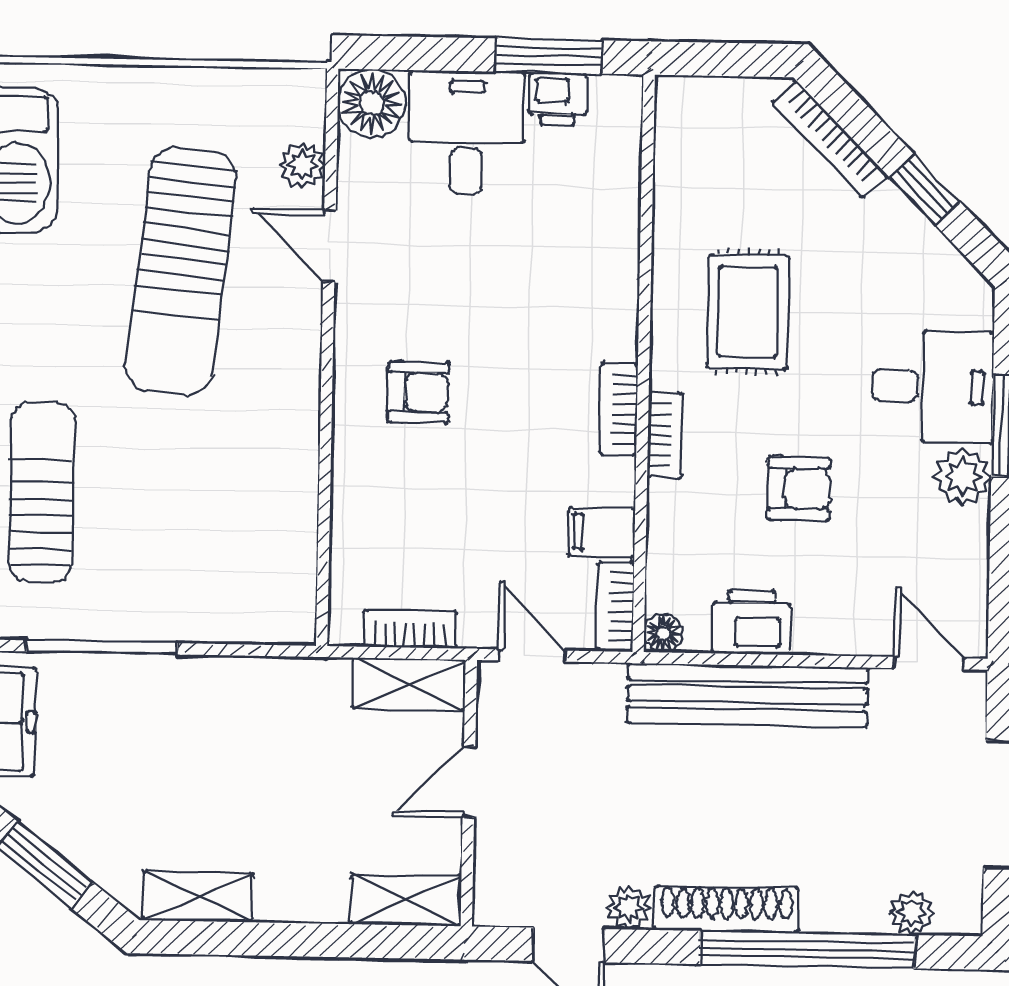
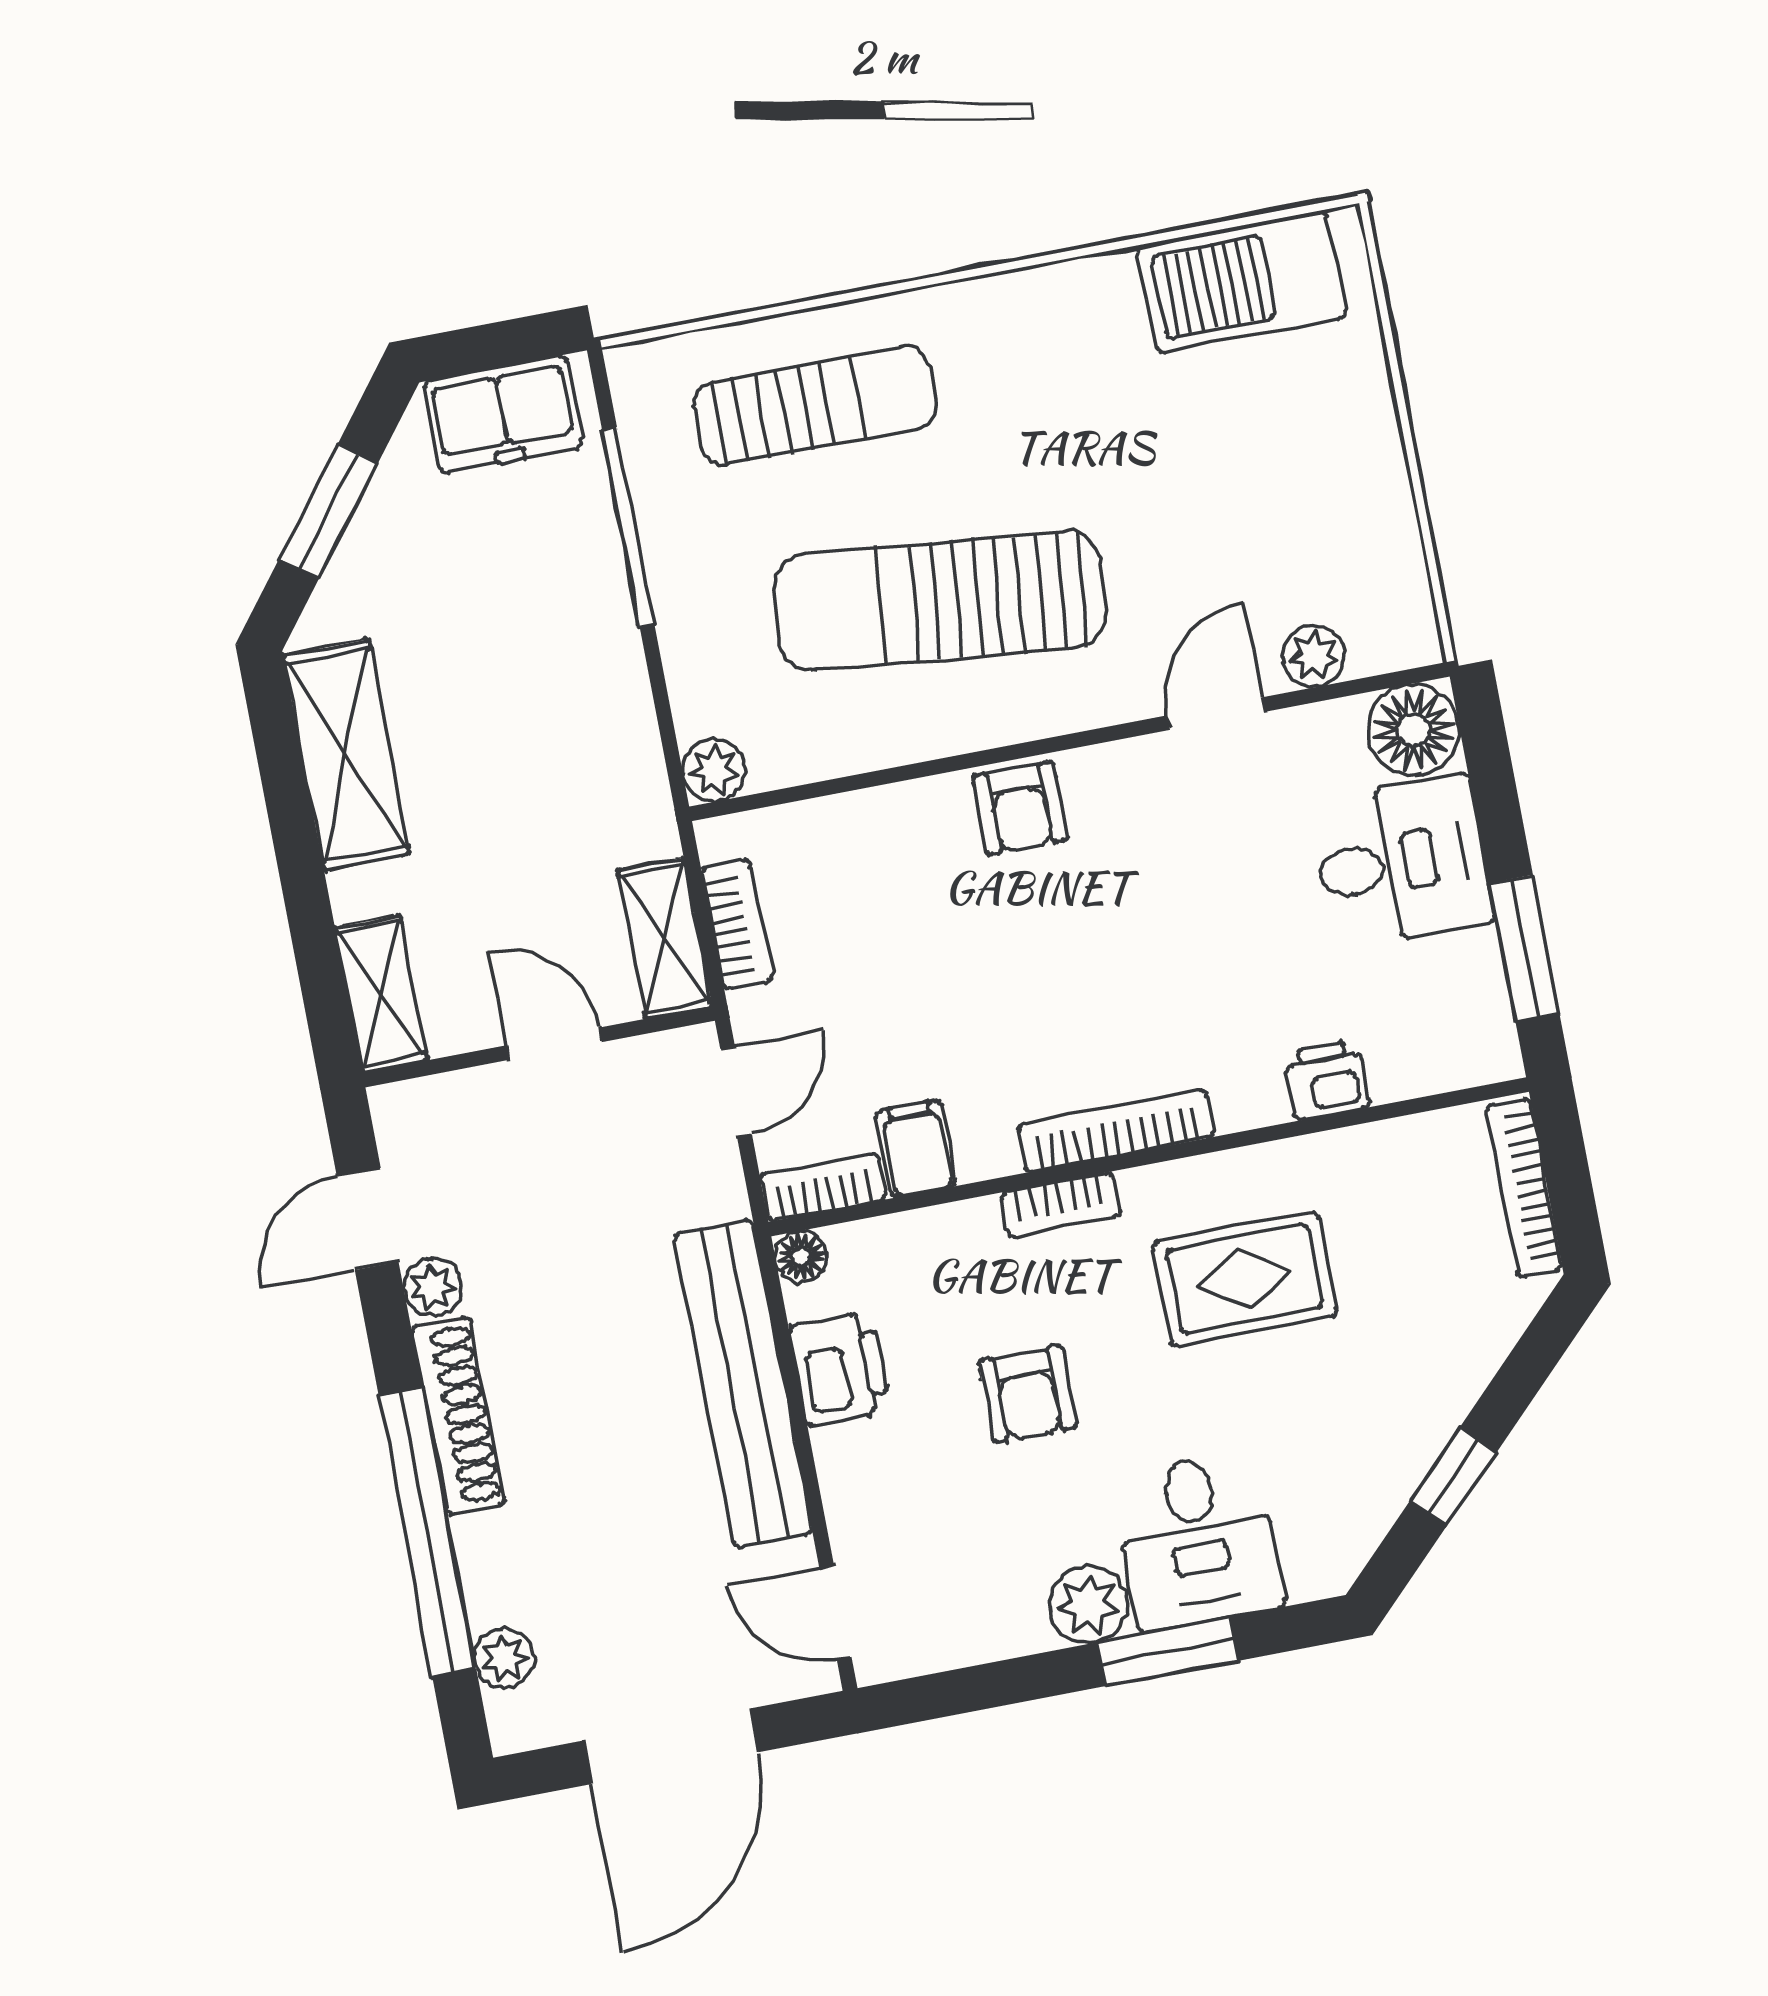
printer: (557, 99) -> (1327, 1080), moved, turned 90
bookcase: (830, 139) -> (1524, 1188), moved, turned -45
sun lounger: (181, 272) -> (940, 601), moved
armchair: (418, 392) -> (1020, 808), moved
bookcase: (619, 409) -> (1116, 1130), width x1.56
plant: (293, 622) -> (714, 770), added
door: (929, 663) -> (835, 1612), swing flipped
shelving: (198, 897) -> (346, 755), width x1.50, depth x1.33

